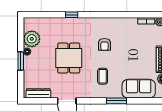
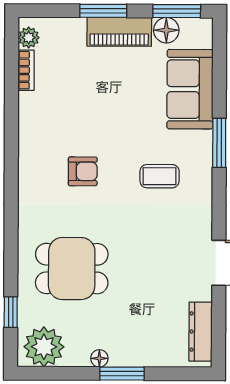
window: (72, 15) -> (11, 312), moved
plant: (32, 39) -> (44, 347), moved
dining table: (69, 58) -> (72, 269), moved

